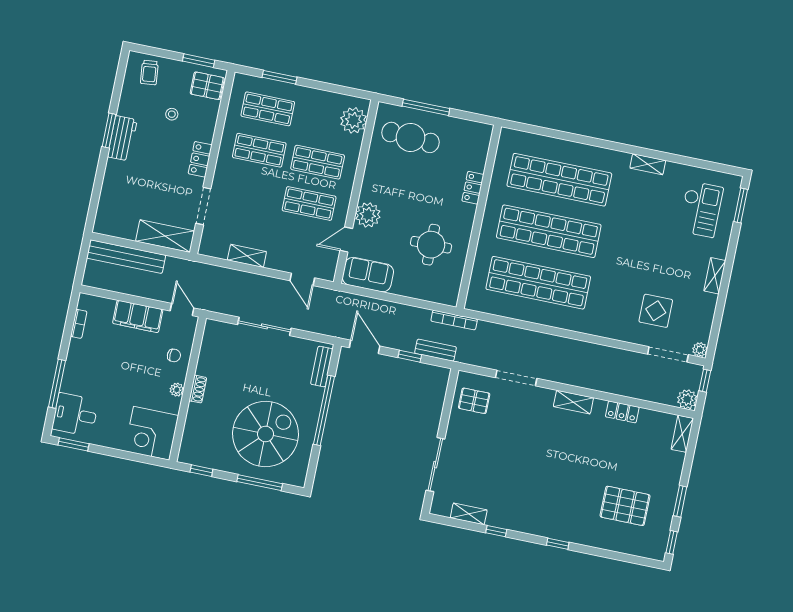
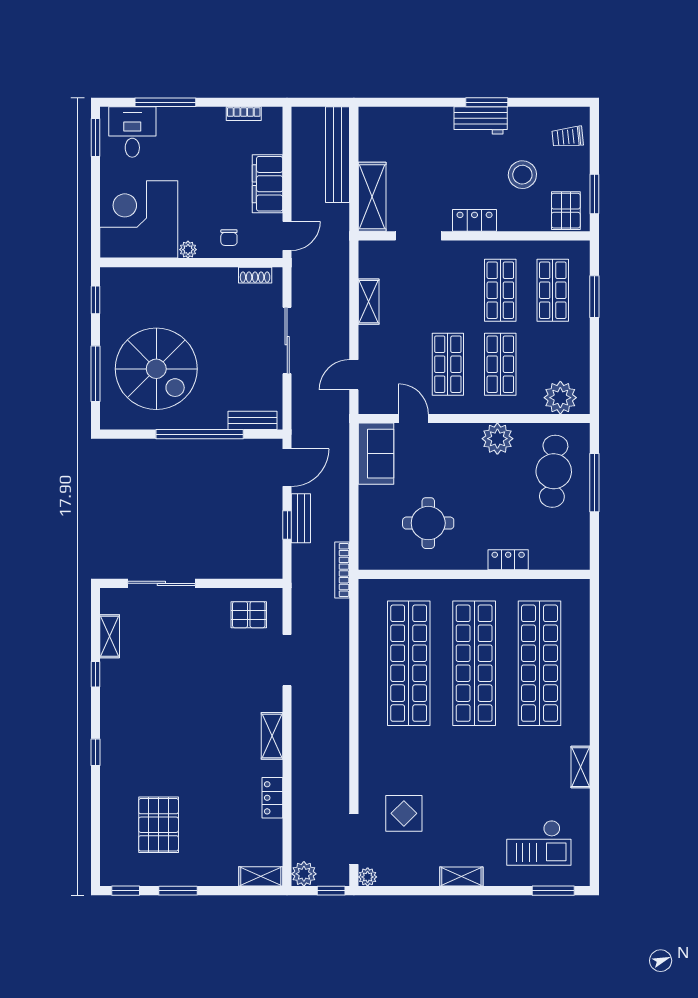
stool: (172, 114) -> (522, 175), width x1.89, depth x1.89
plant: (368, 215) -> (497, 439), moved
bench: (436, 350) -> (301, 518), moved
shoe rack: (198, 389) -> (255, 275), moved
pallet: (474, 401) -> (249, 615), turned 90
corner desk: (151, 433) -> (139, 219), width x1.36, depth x1.36

